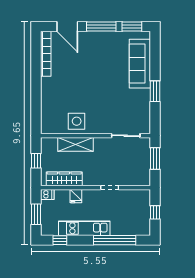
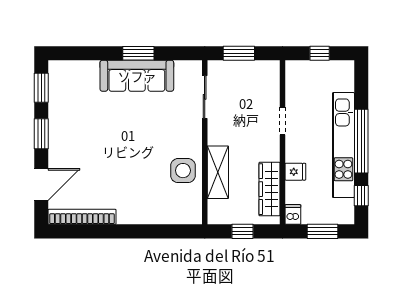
window: (101, 27) -> (41, 134), width x0.69
sofa: (140, 64) -> (137, 76), moved
kitchen unit: (84, 228) -> (343, 145), width x1.36
window: (115, 240) -> (361, 141), moved

